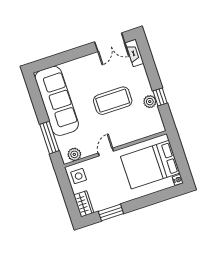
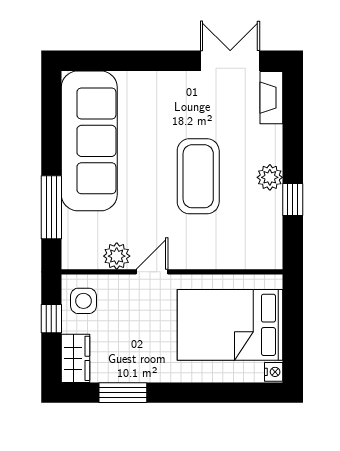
double door: (110, 42) -> (230, 61), swing flipped
coffee table: (113, 101) -> (198, 176), turned 90
plant: (150, 102) -> (270, 177), moved
plant: (74, 154) -> (117, 256), moved
window: (66, 189) -> (51, 319), added

